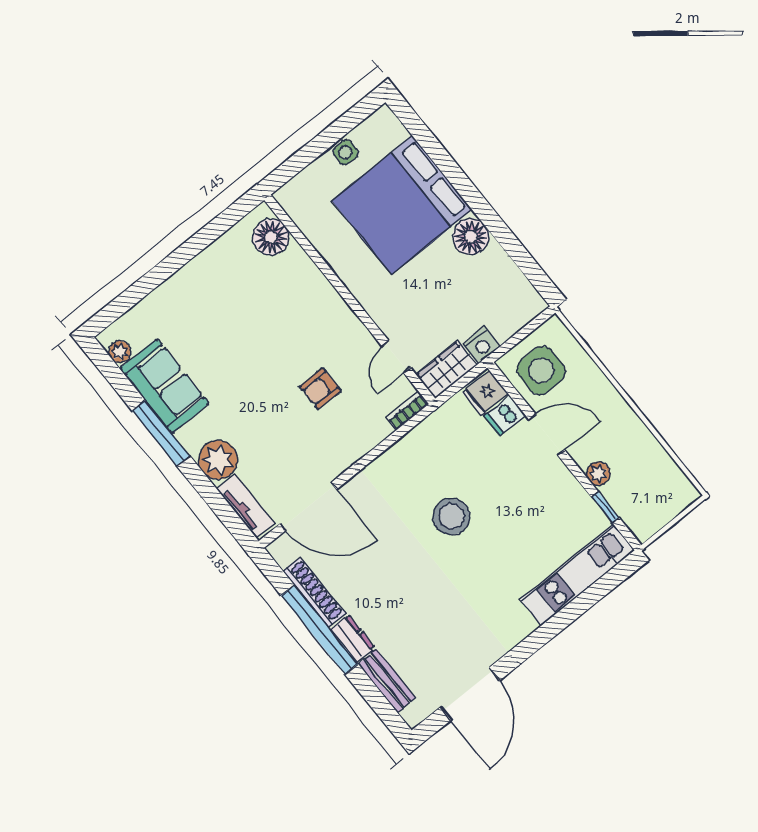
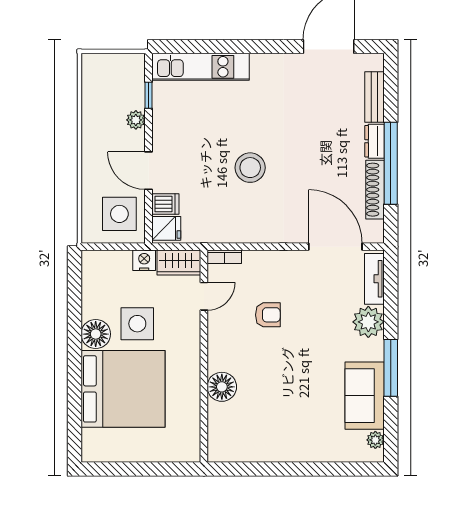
side table: (345, 152) -> (137, 324), moved, width x1.87, depth x1.87
floor lamp: (271, 237) -> (222, 387), moved

